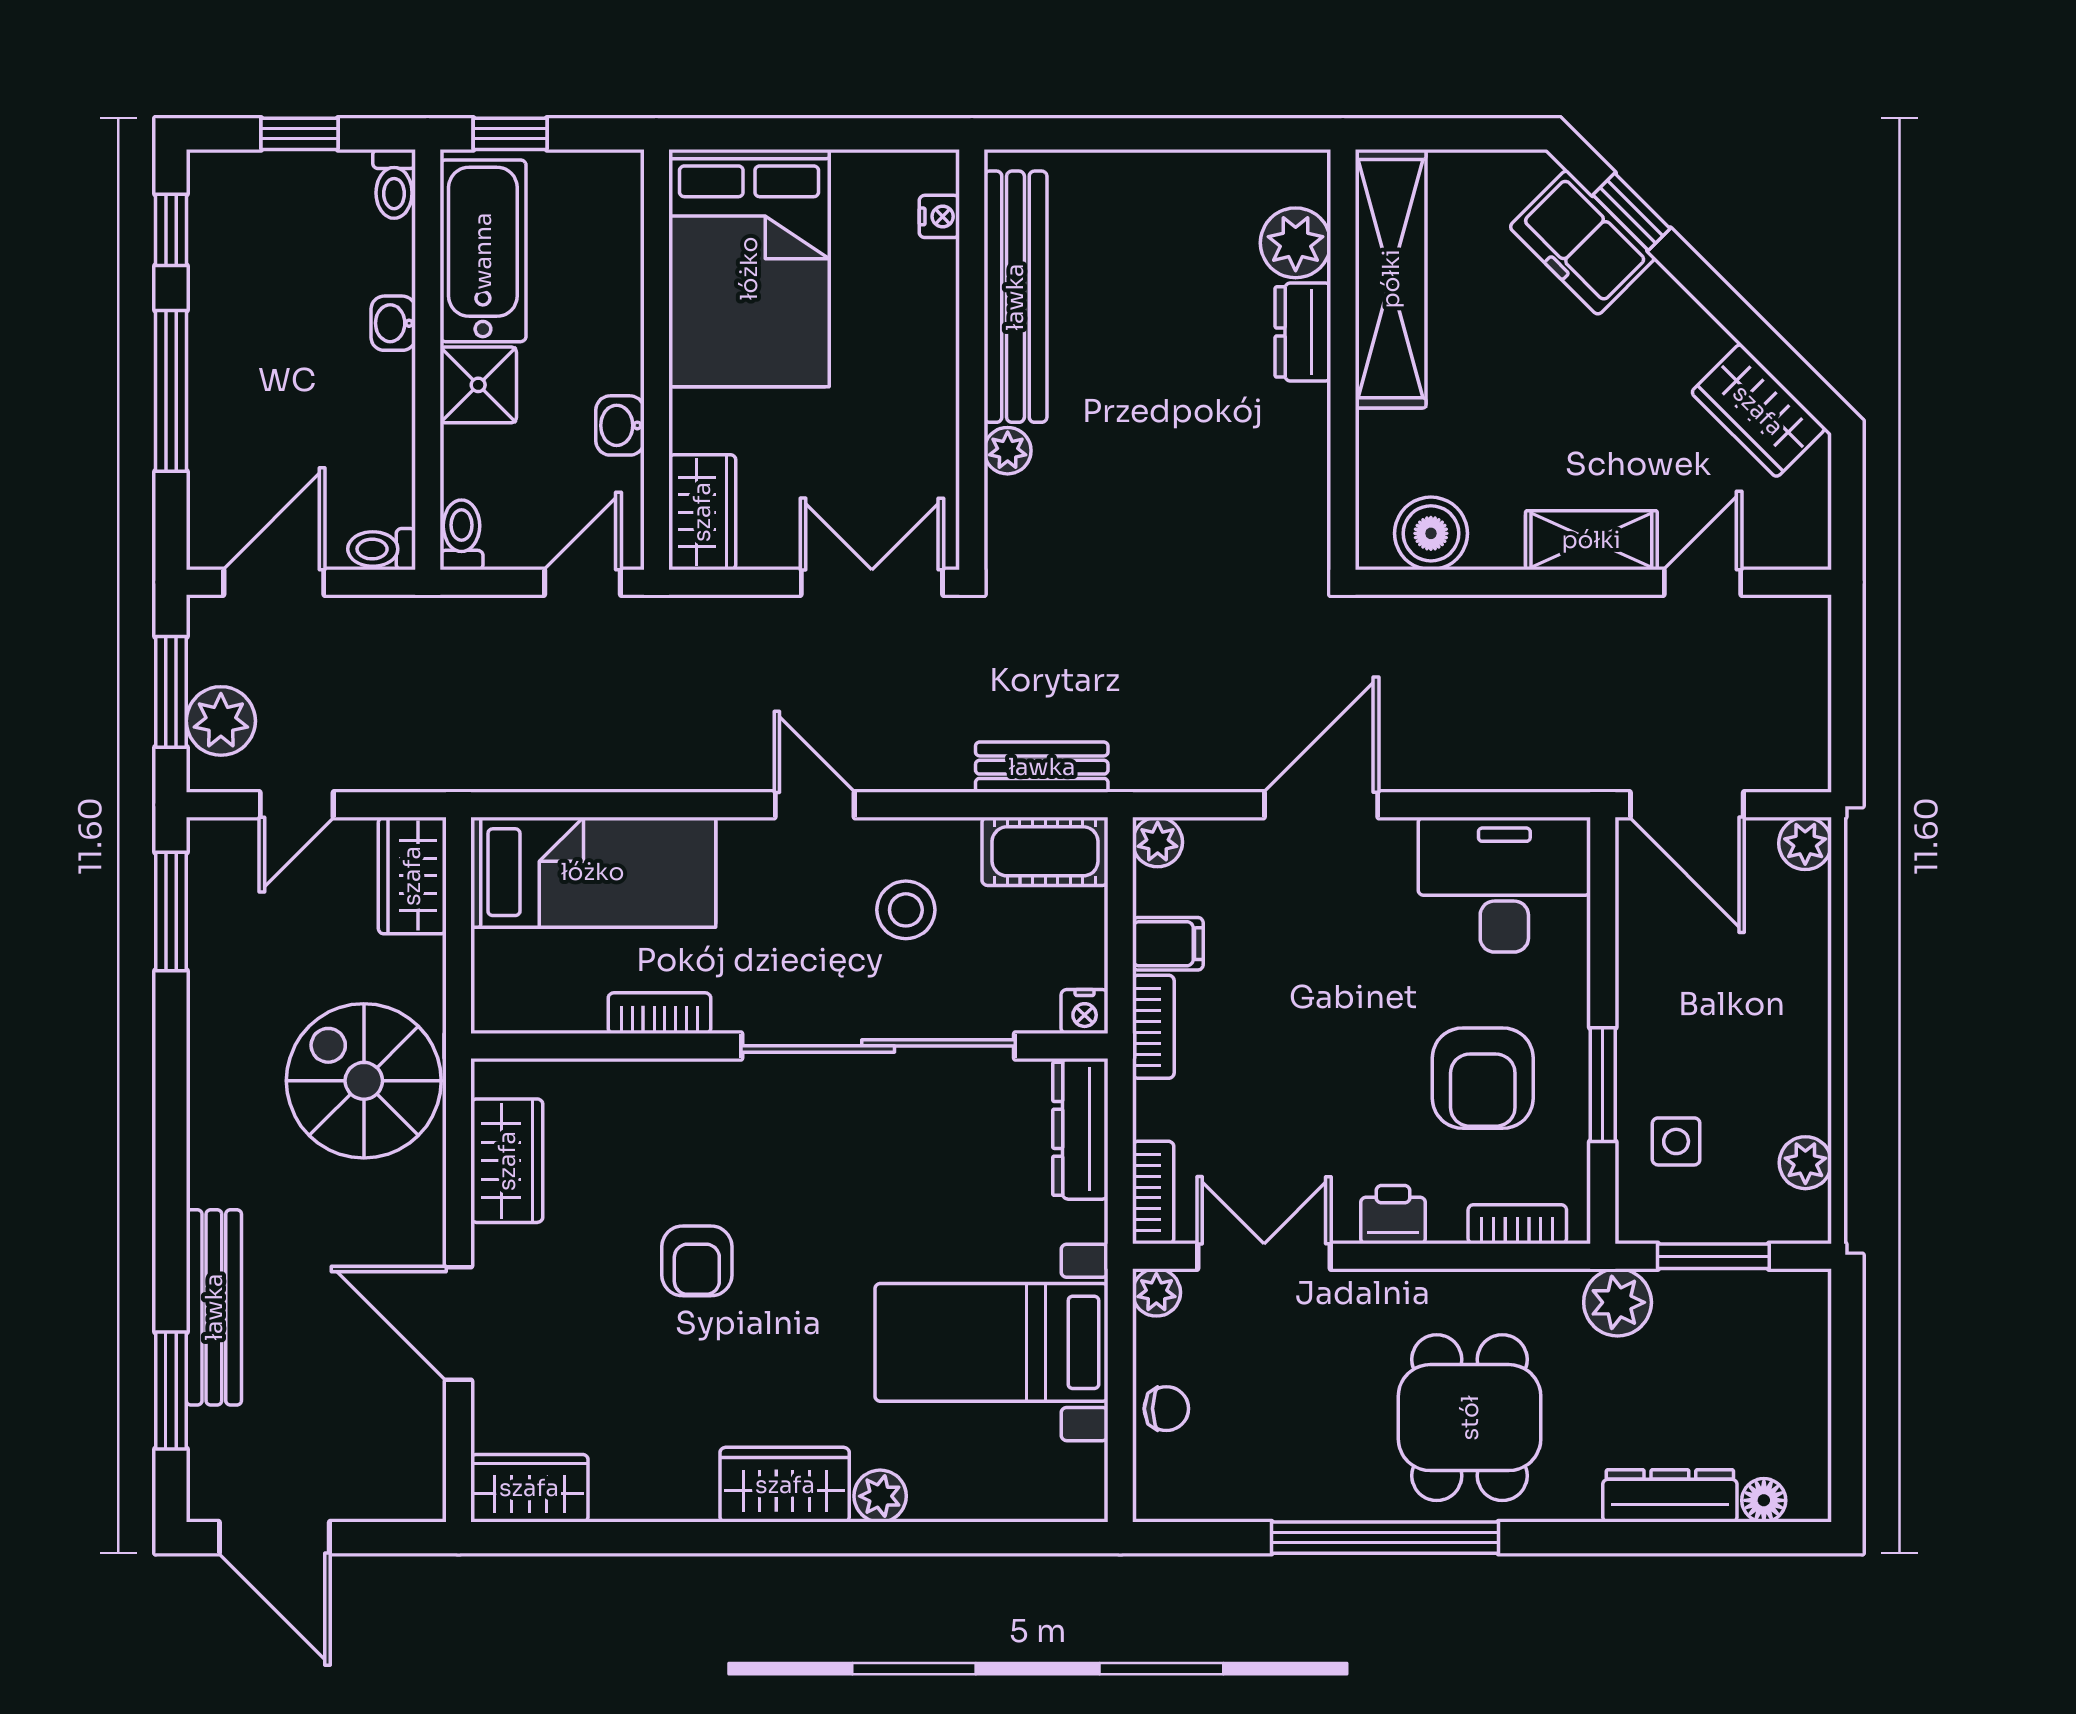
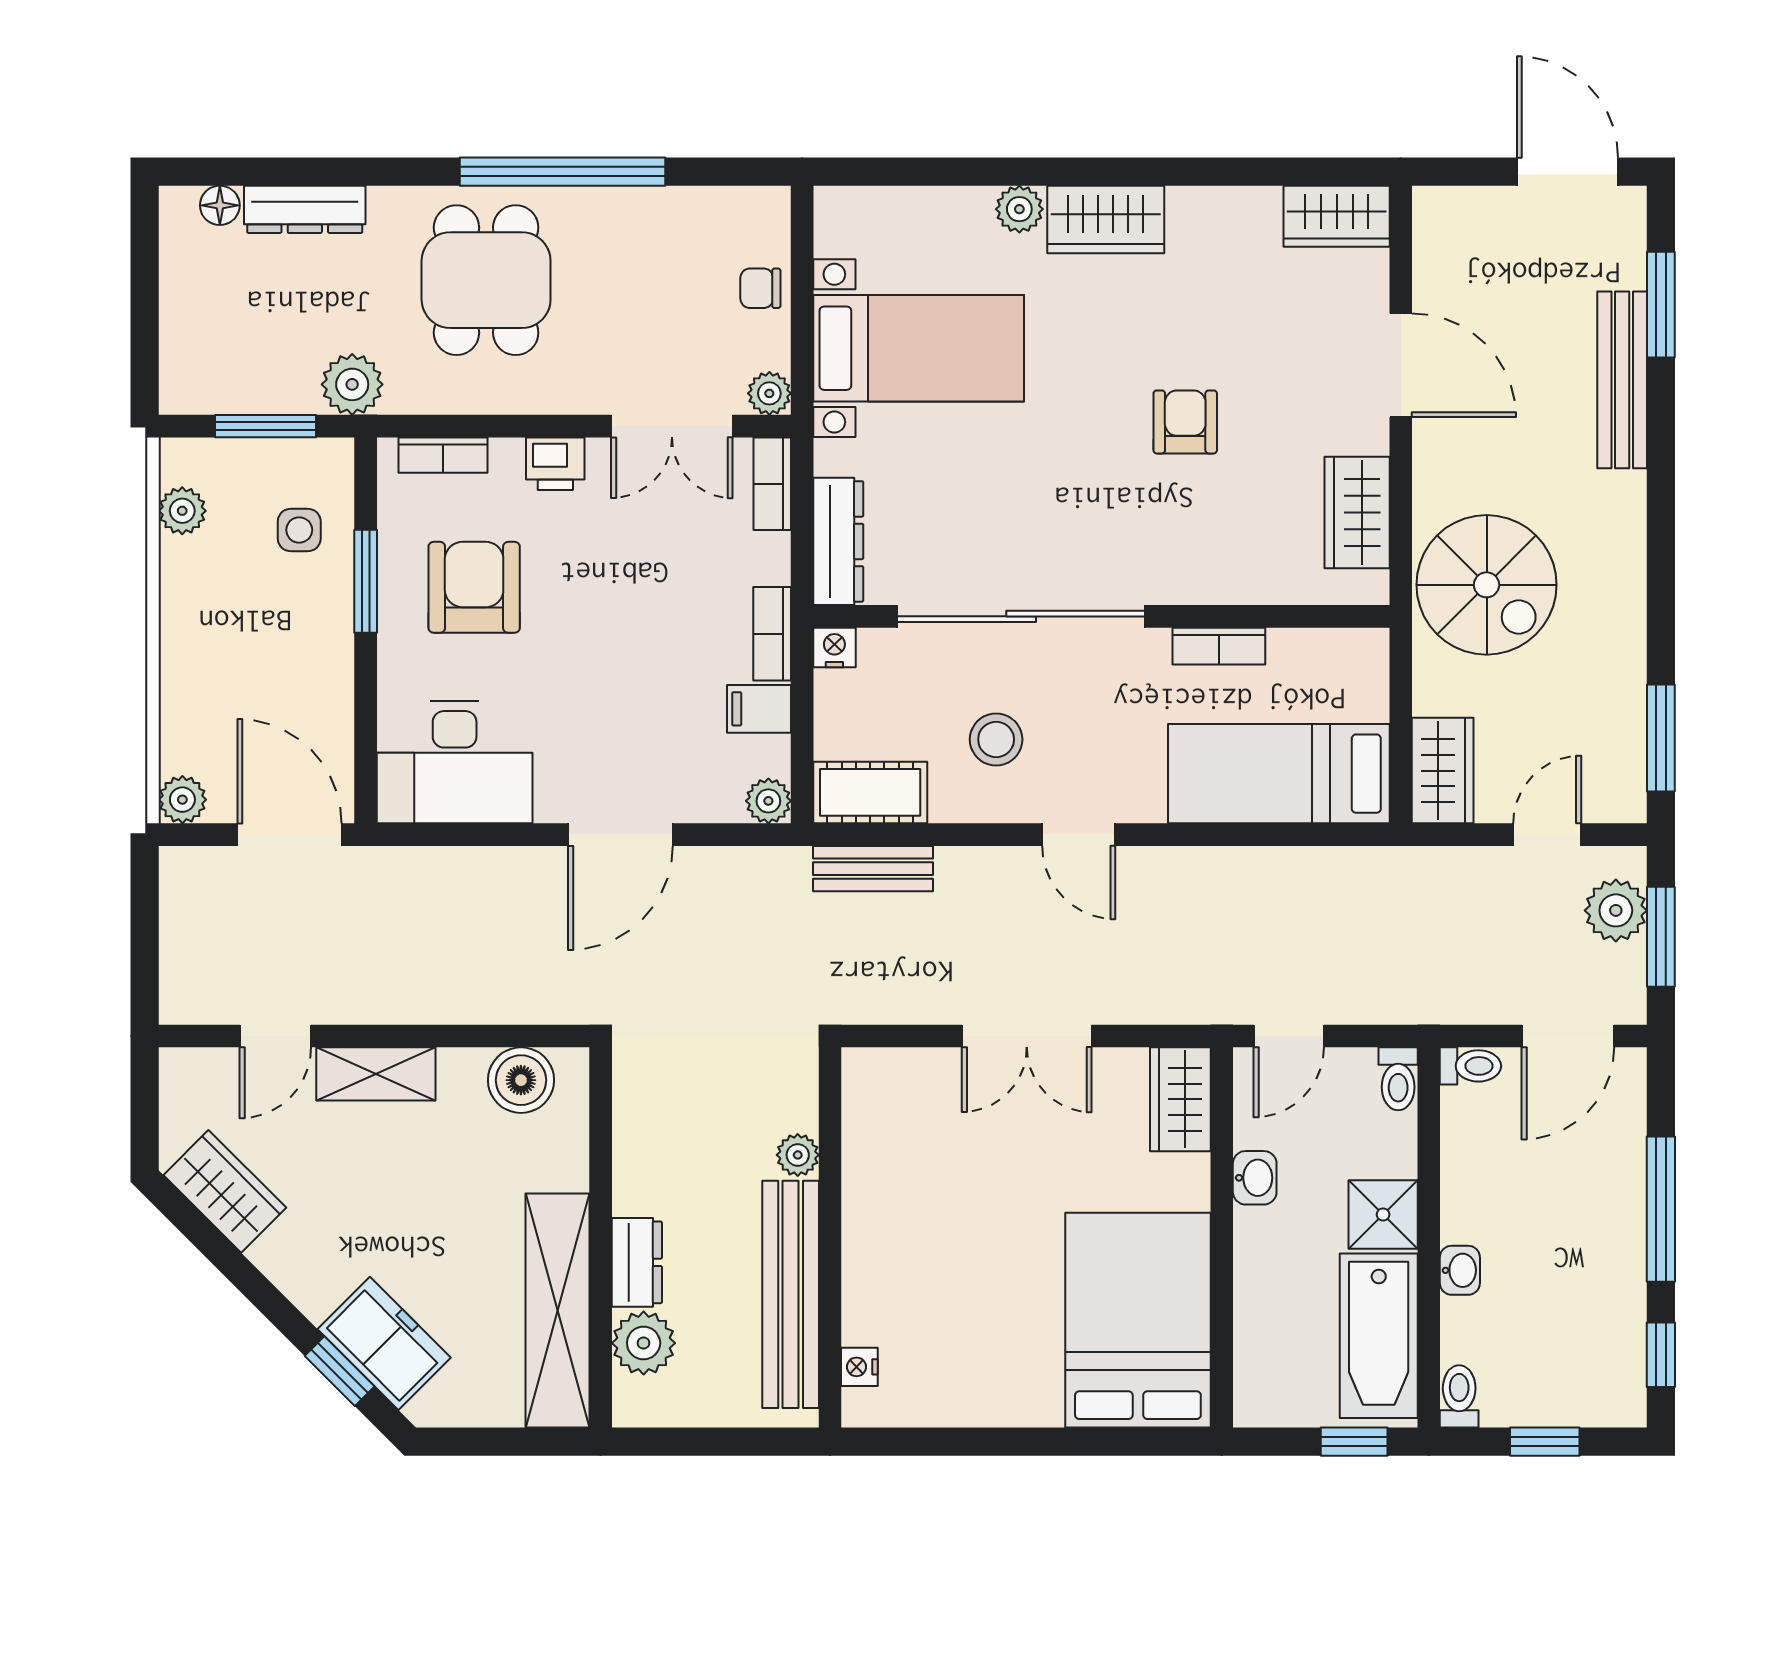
nightstand: (939, 216) -> (859, 1367), moved
bench: (1015, 297) -> (791, 1294), moved
wall: (972, 360) -> (830, 1237), moved
plant: (1008, 451) -> (798, 1155), moved

